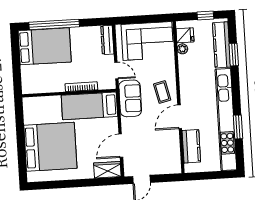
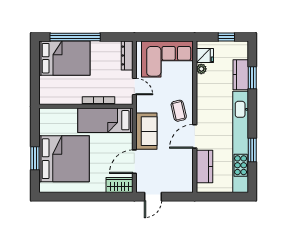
kitchen counter: (222, 45) -> (241, 75), width x0.67
sofa: (130, 98) -> (146, 131), moved
window: (21, 148) -> (35, 158), added

